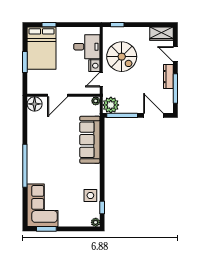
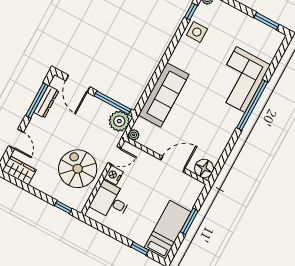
bed: (42, 48) -> (168, 230), width x0.67
dresser: (168, 77) -> (46, 102), moved
corner sofa: (43, 205) -> (241, 80), moved

